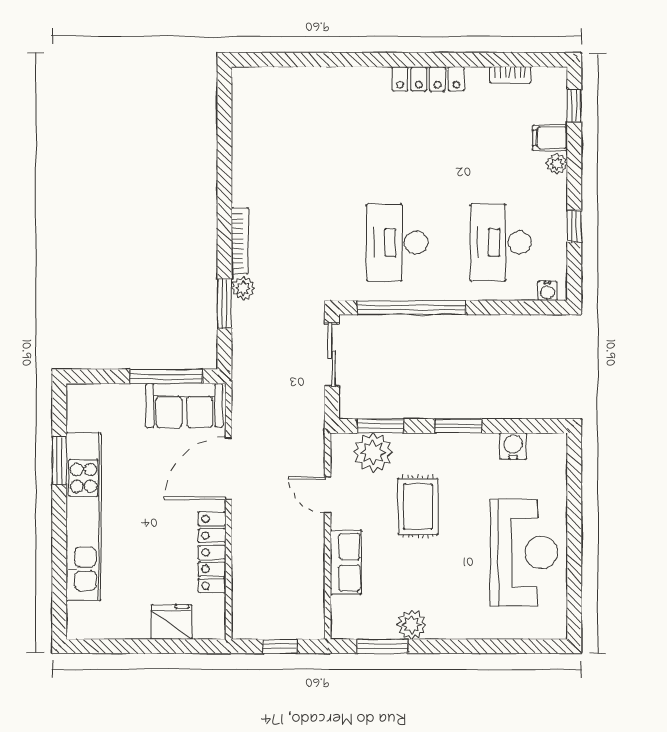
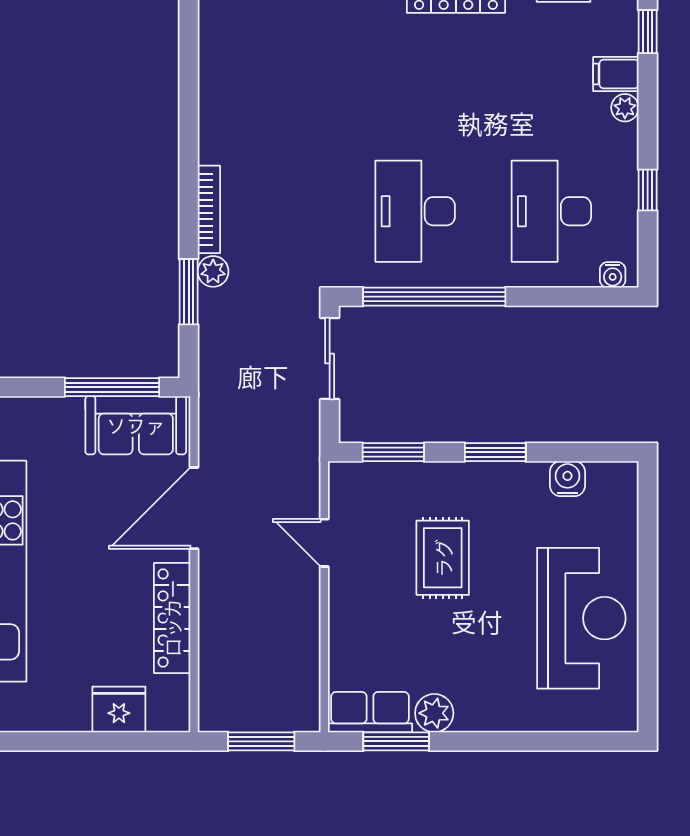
plant: (373, 452) -> (384, 487), removed
row of seats: (346, 562) -> (370, 712), moved, turned -90
window: (280, 646) -> (261, 741), width x1.50

